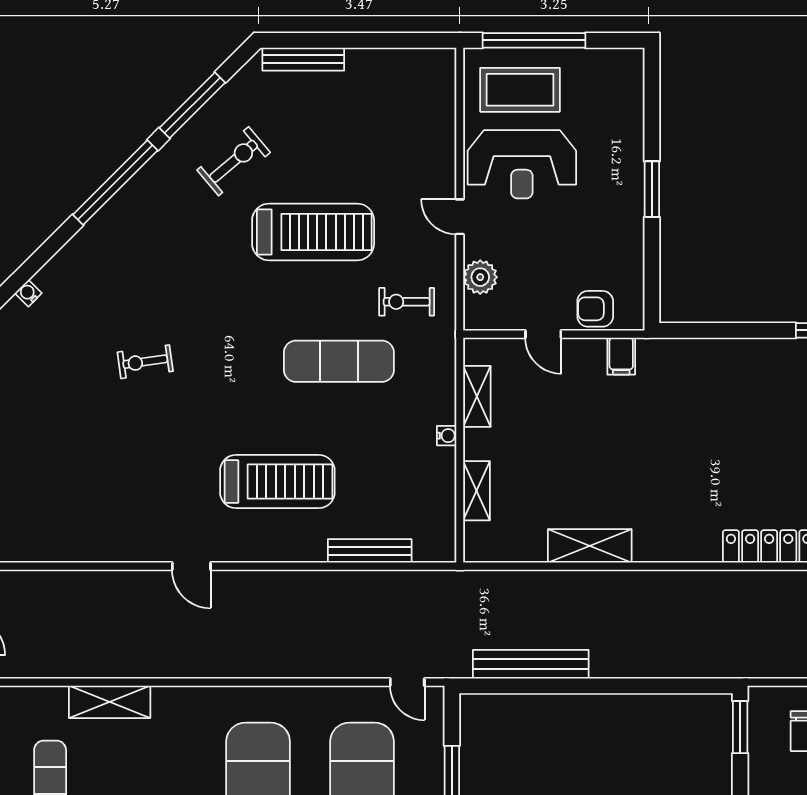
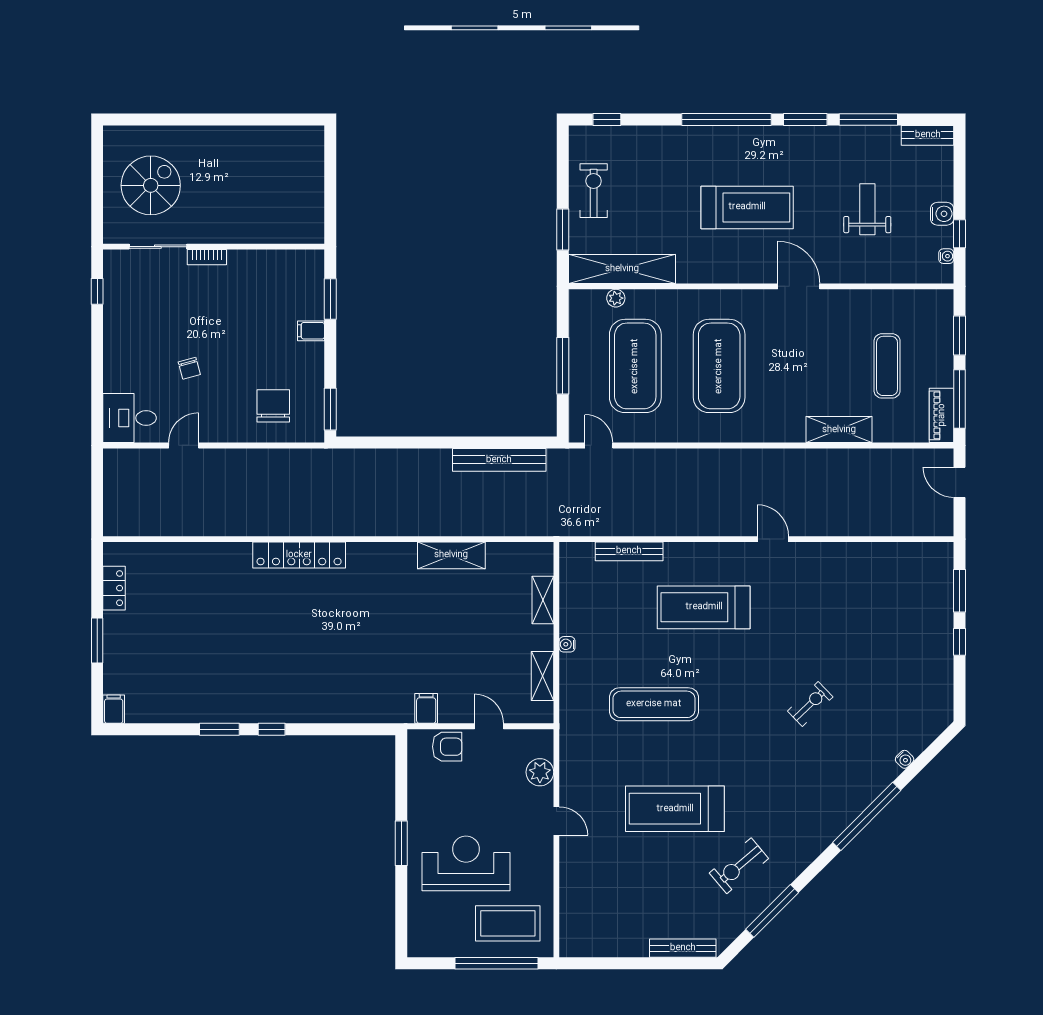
reception desk: (522, 164) -> (466, 863), moved
window: (115, 182) -> (867, 816), moved
exercise bike: (407, 302) -> (599, 752), removed
exercise bike: (145, 362) -> (810, 704), turned -36

